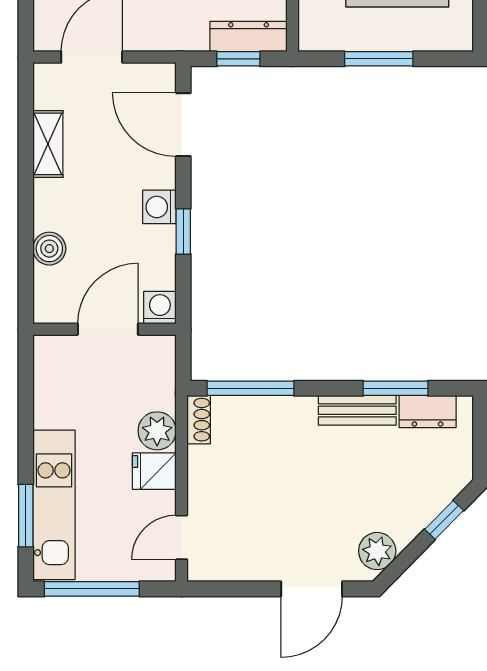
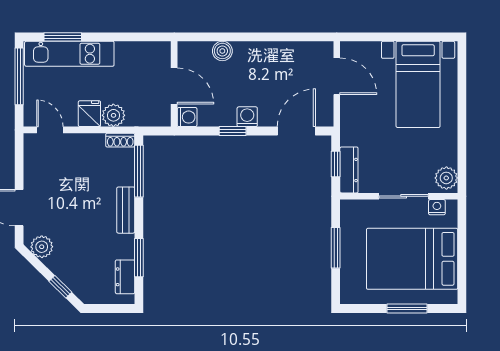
shelving: (48, 144) -> (285, 50), removed
bench: (357, 410) -> (126, 210), moved

